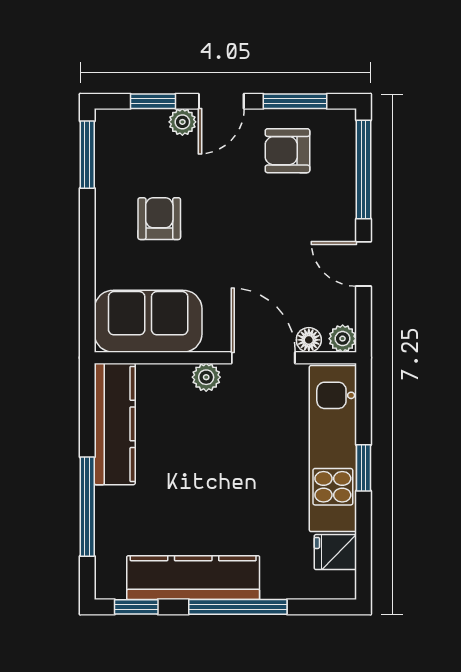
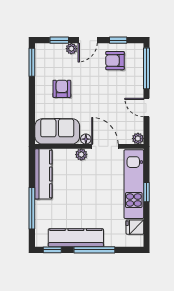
window: (295, 101) -> (118, 40), width x0.67
floor lamp: (309, 340) -> (86, 139), moved

